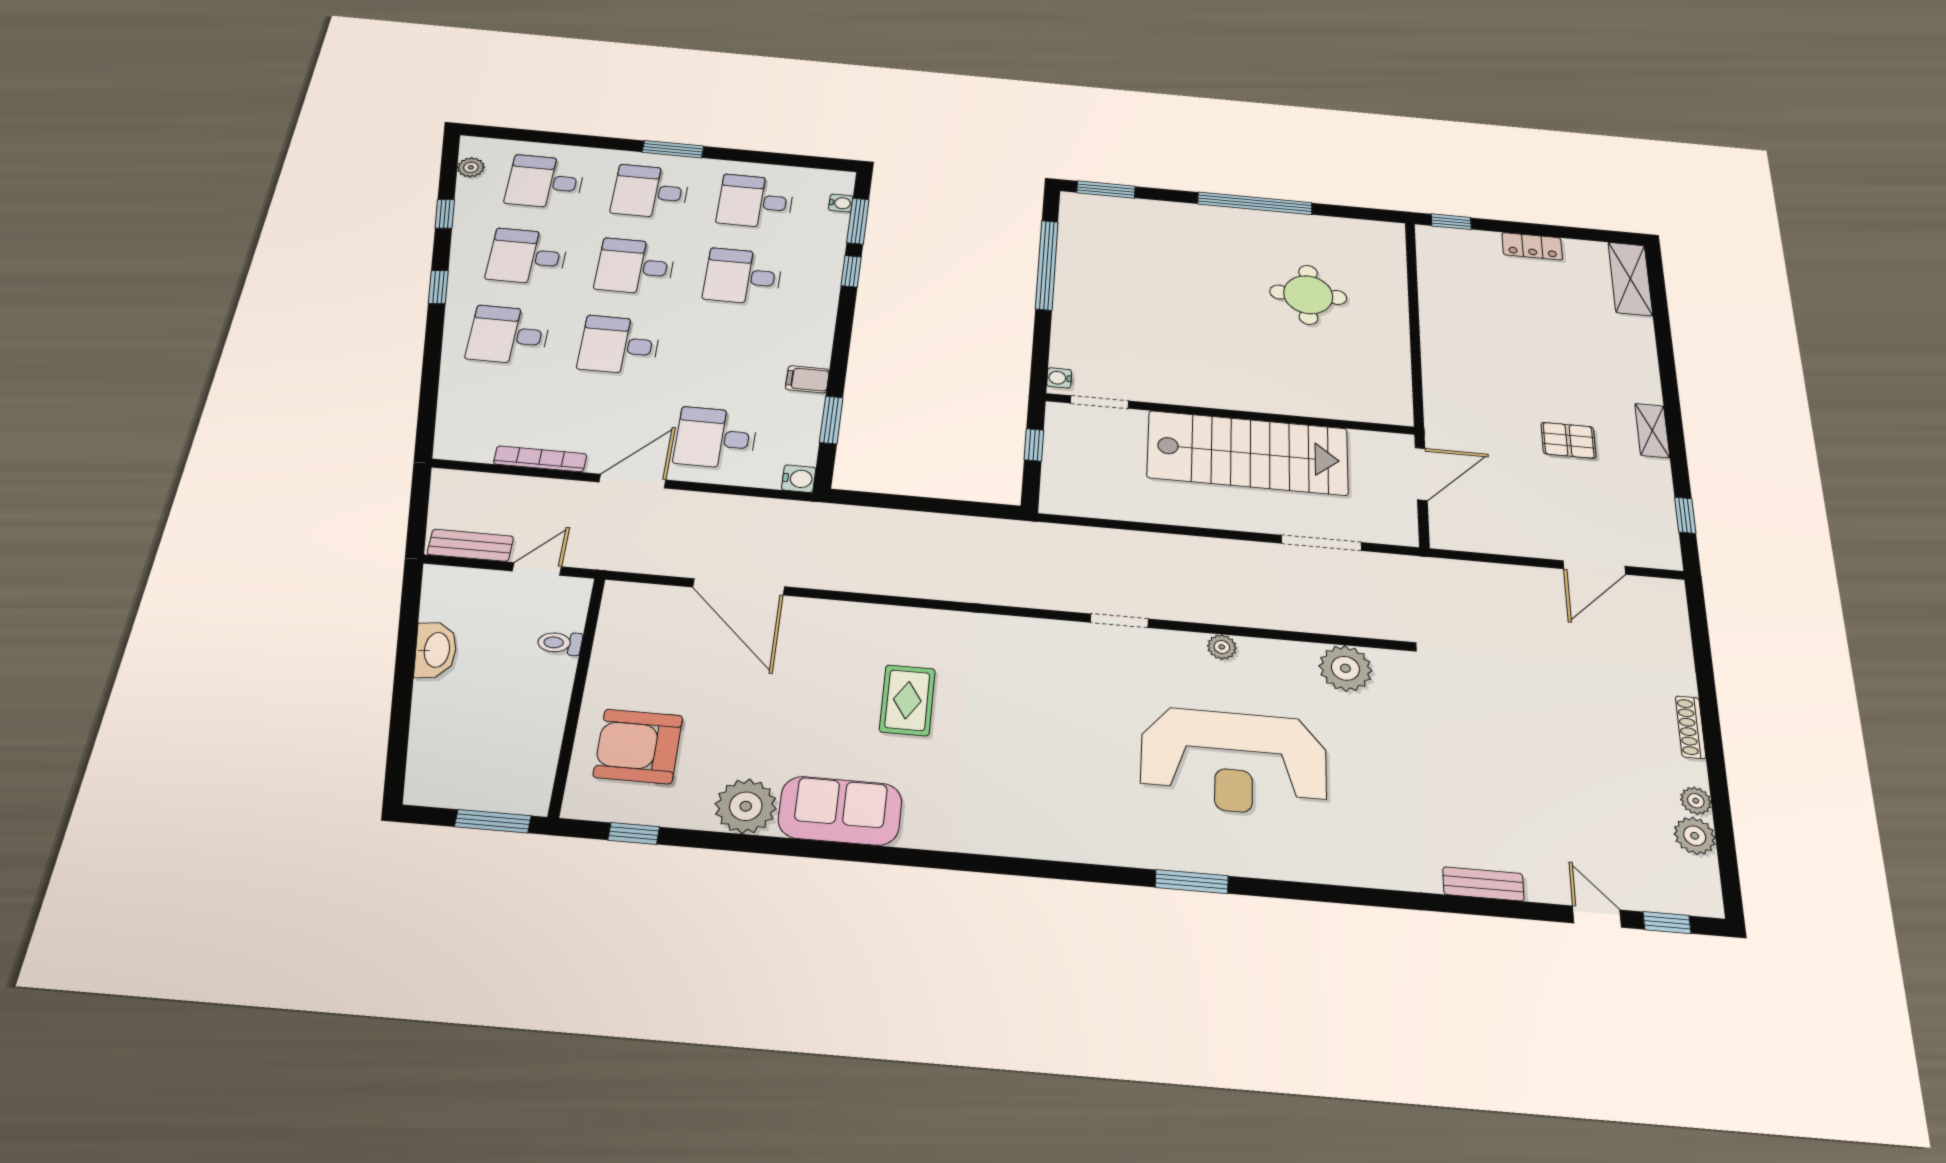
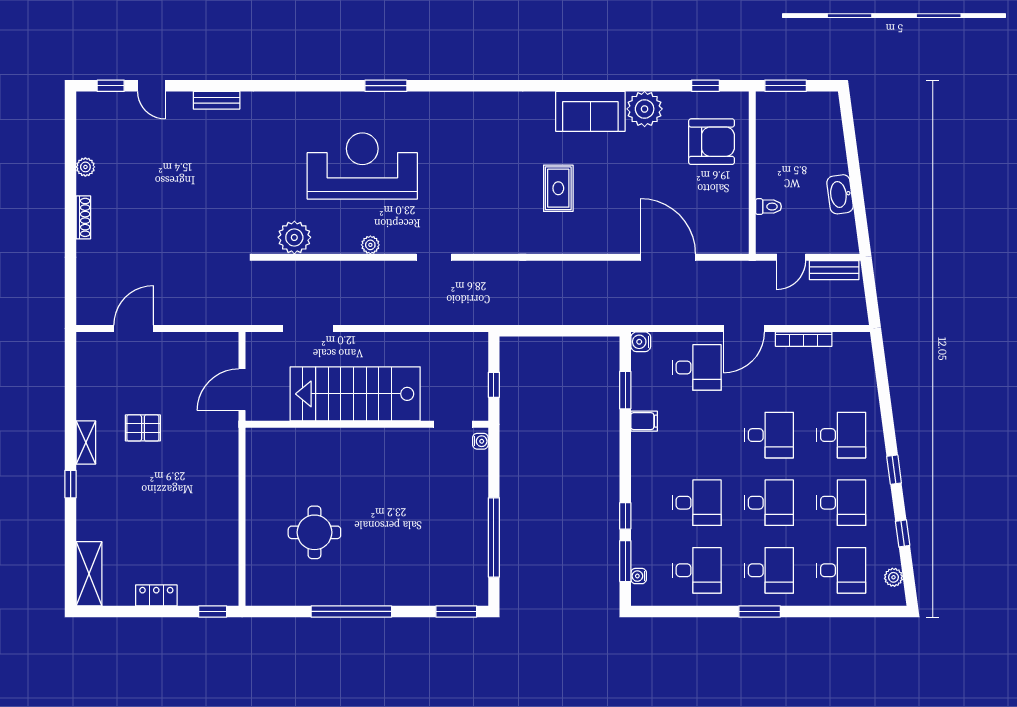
window: (1685, 515) -> (71, 484), moved
plant: (1695, 836) -> (89, 143), removed

